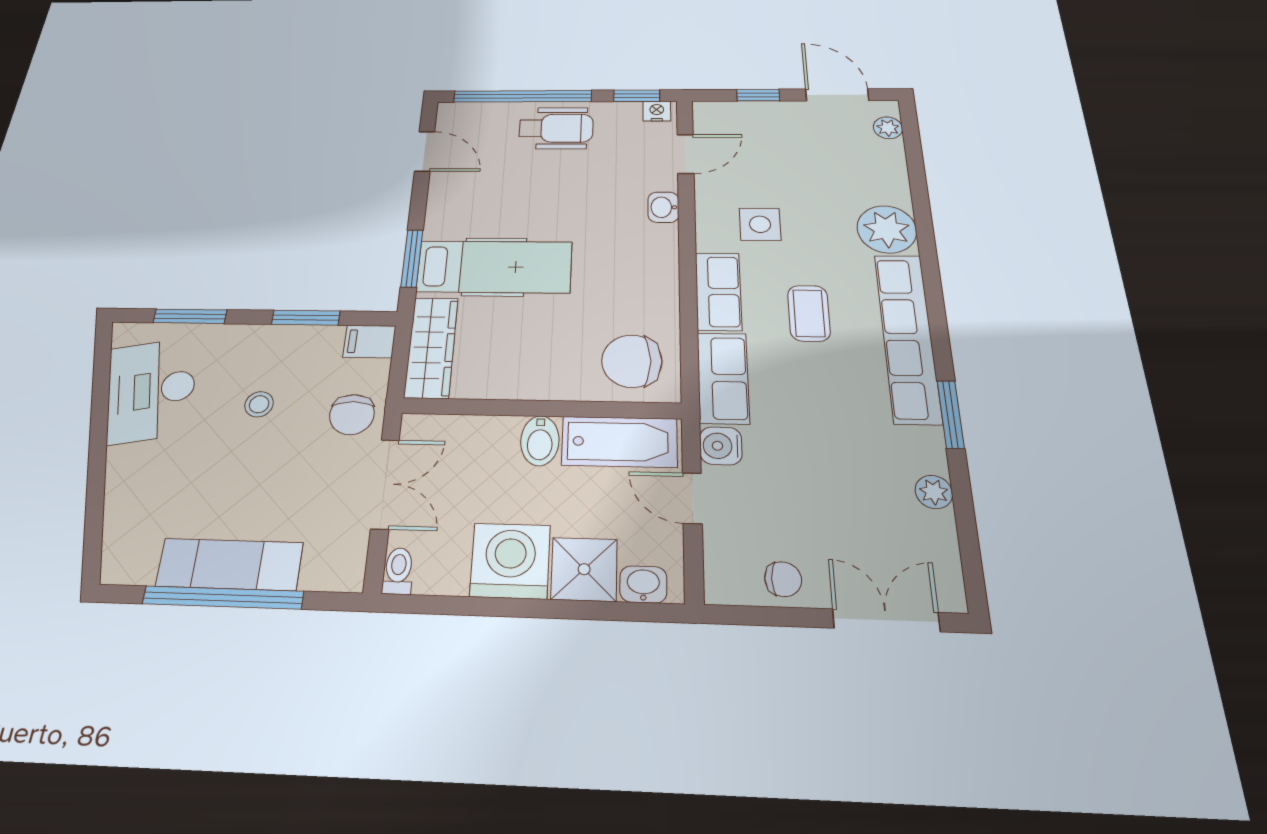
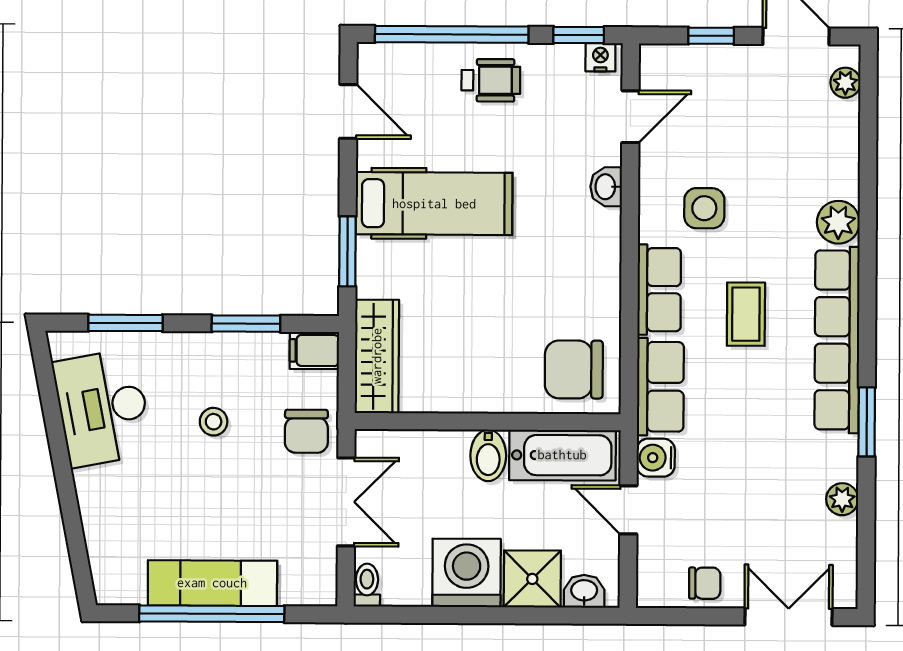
wheelchair: (556, 128) -> (491, 80), width x0.73, depth x0.73
plant: (887, 229) -> (838, 222), width x0.73, depth x0.73
hospital bed: (494, 267) -> (434, 204), moved

